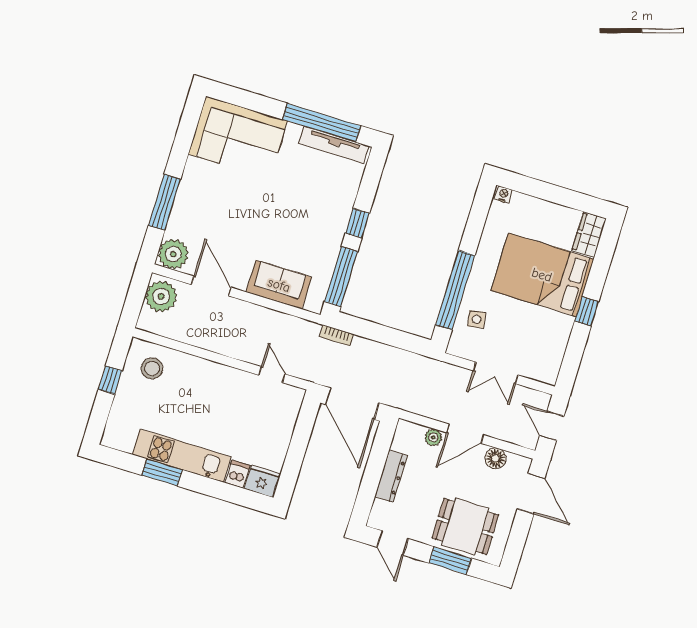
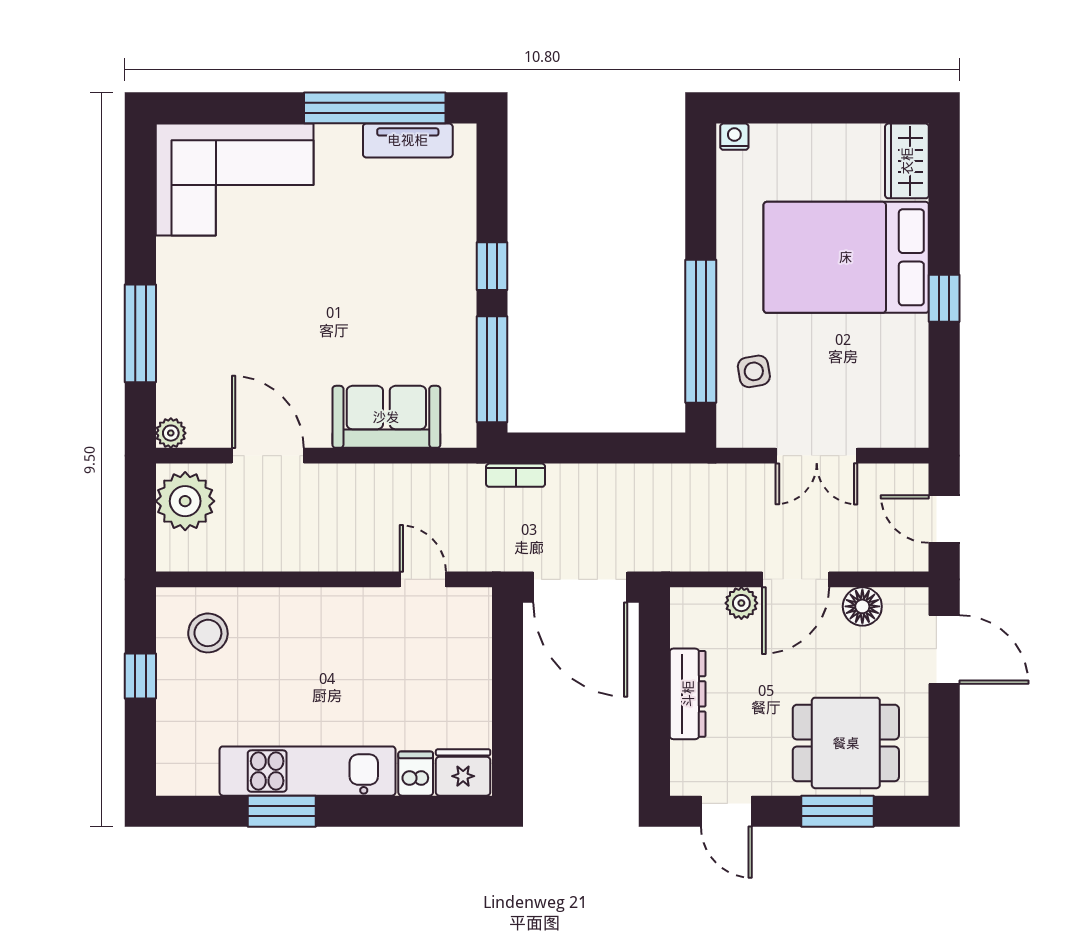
tv unit: (334, 145) -> (408, 140), width x0.71
plant: (173, 254) -> (171, 433), width x0.53, depth x0.53

